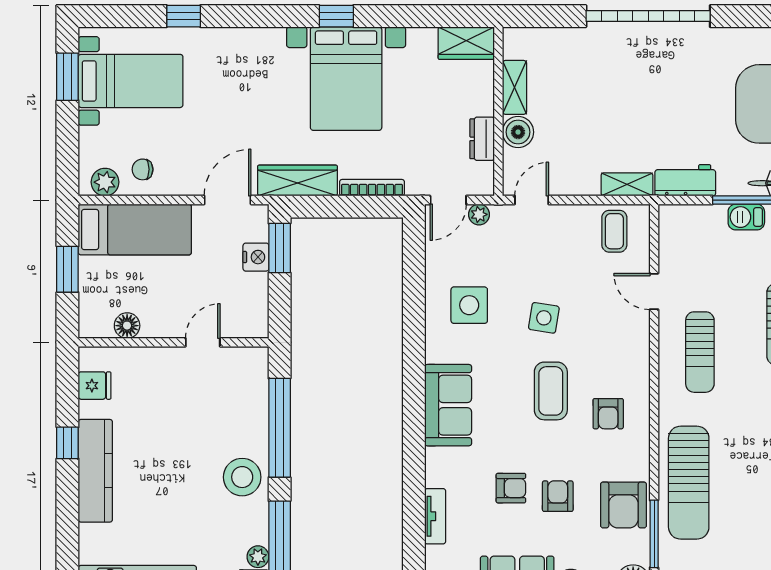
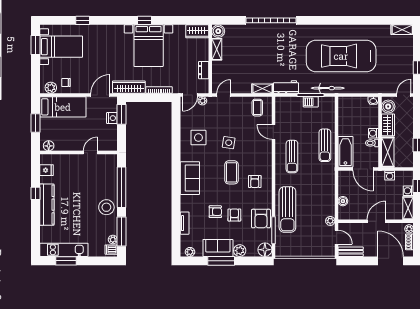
boiler: (518, 132) -> (218, 31), moved
floor lamp: (127, 326) -> (49, 146), moved

